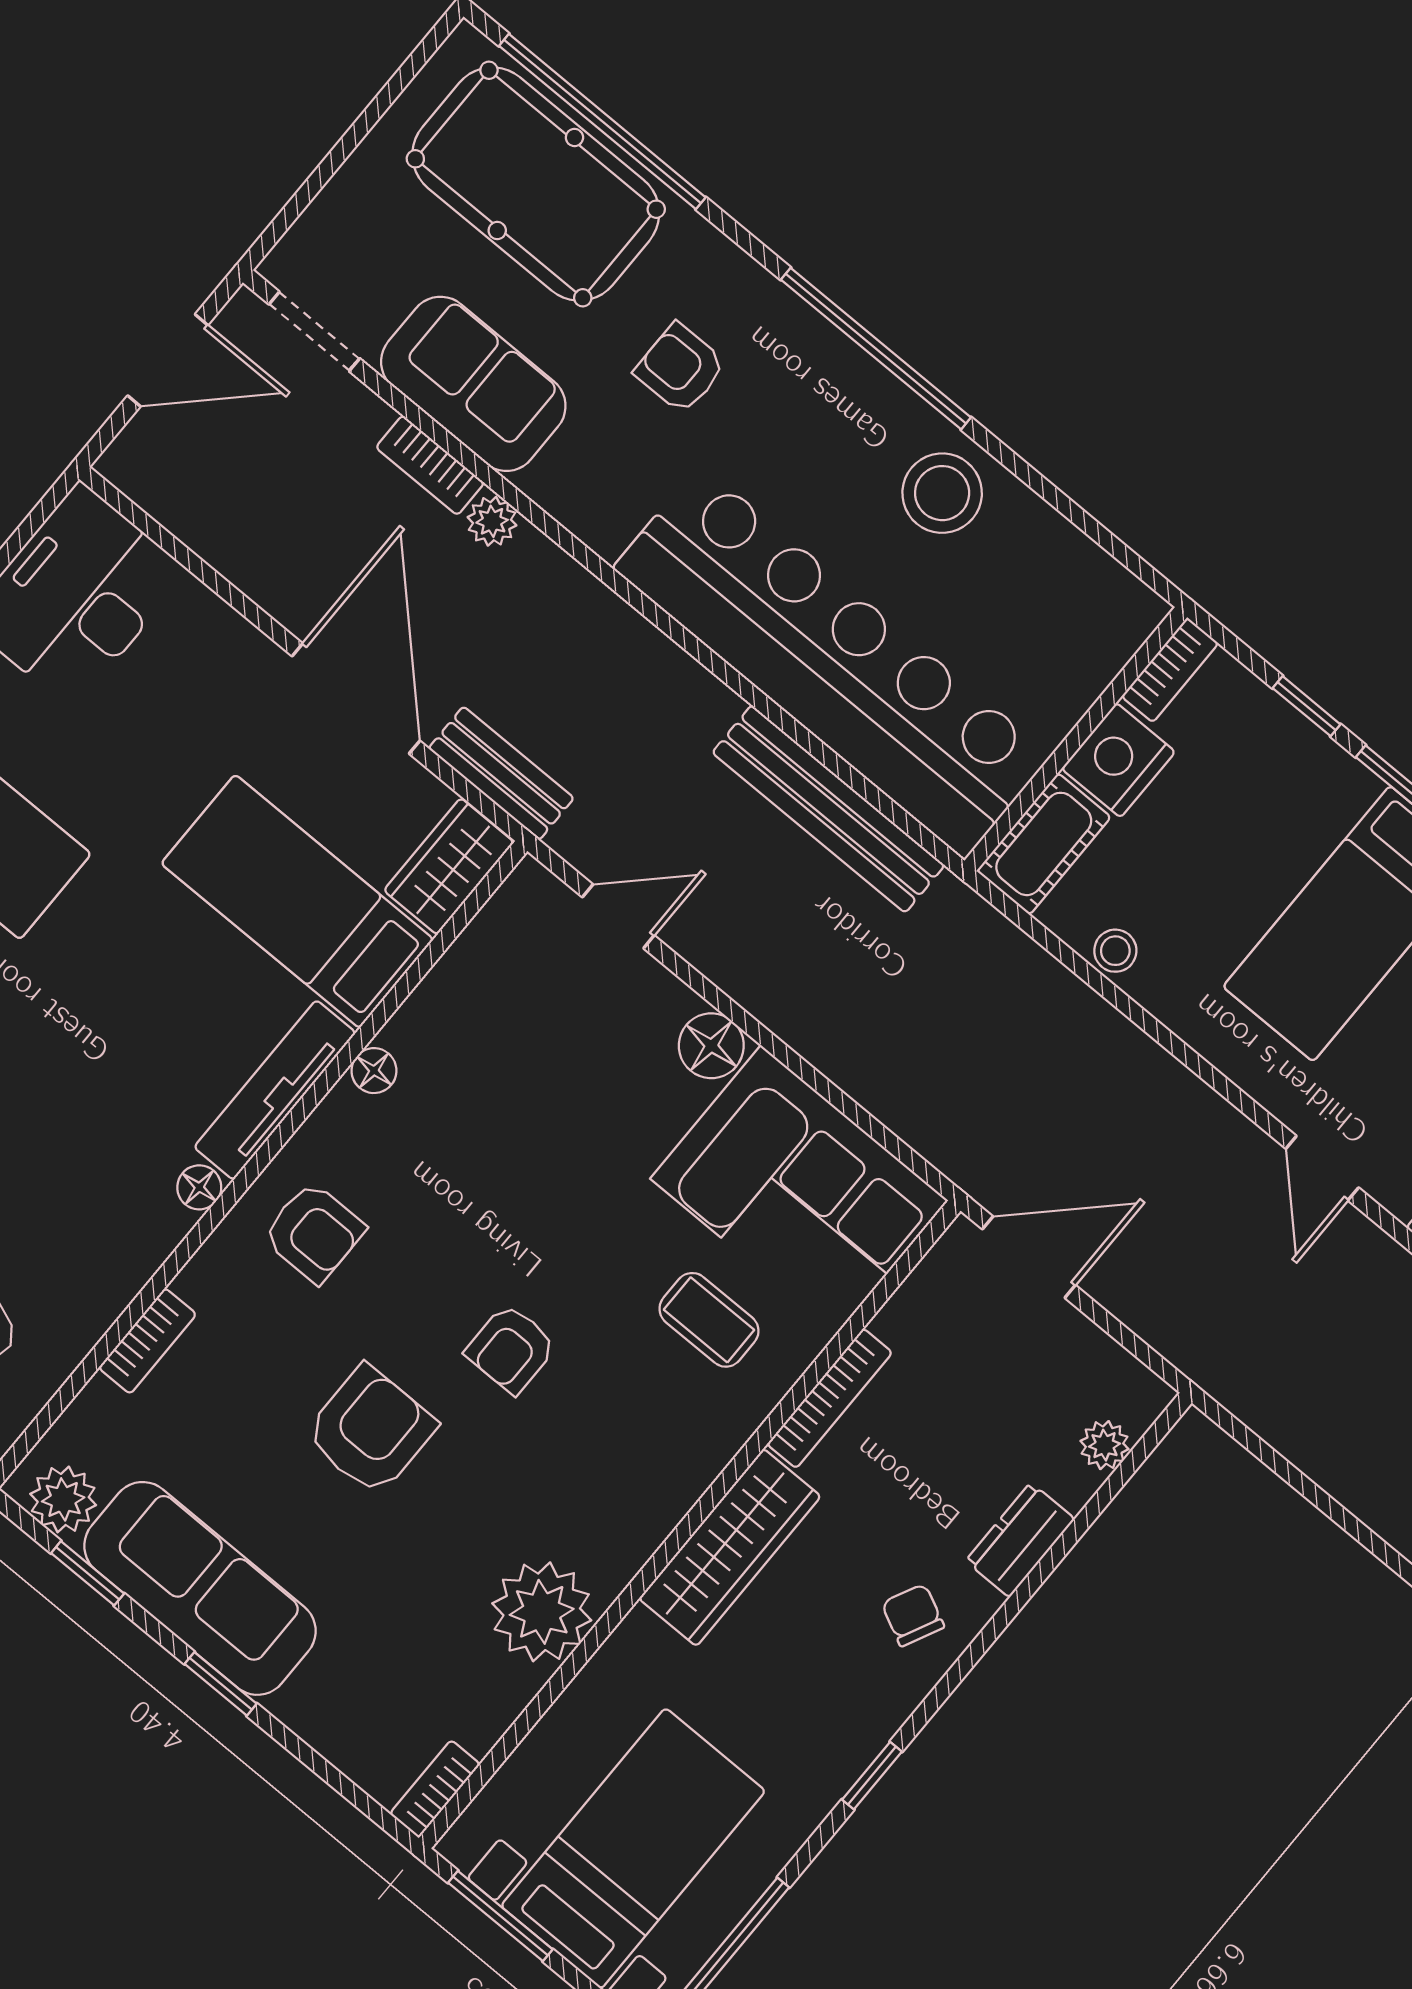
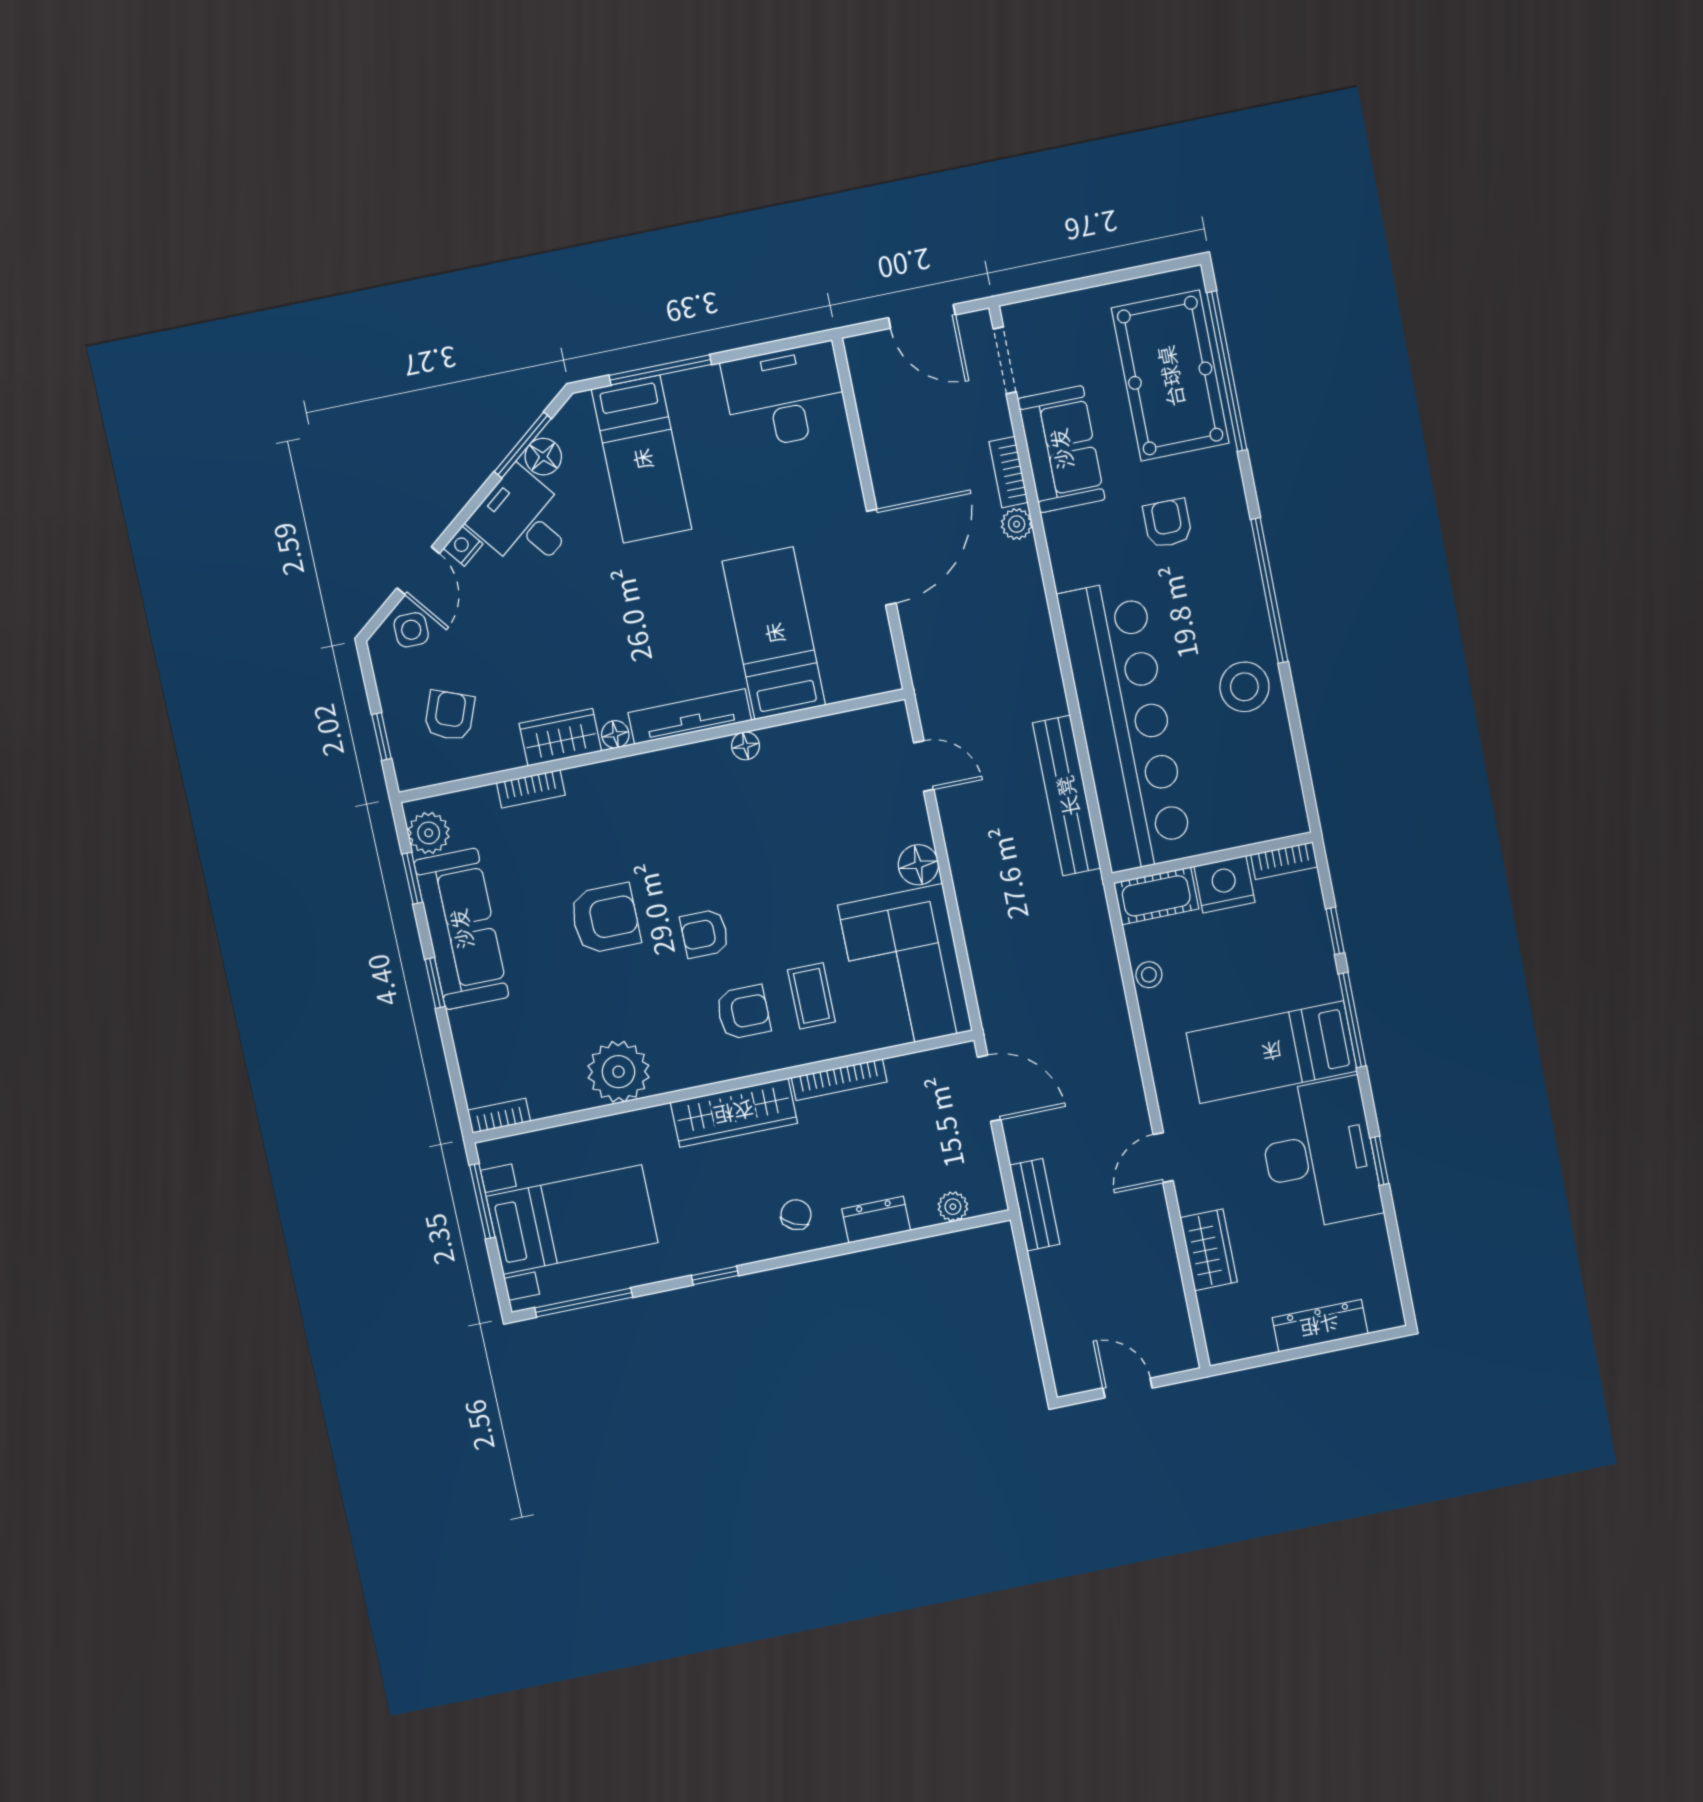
bench: (501, 773) -> (1035, 1205), moved
wardrobe: (449, 866) -> (560, 737), moved
armchair: (314, 1232) -> (743, 1012), moved, turned -90

